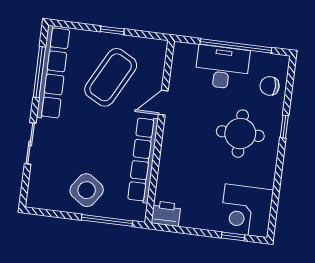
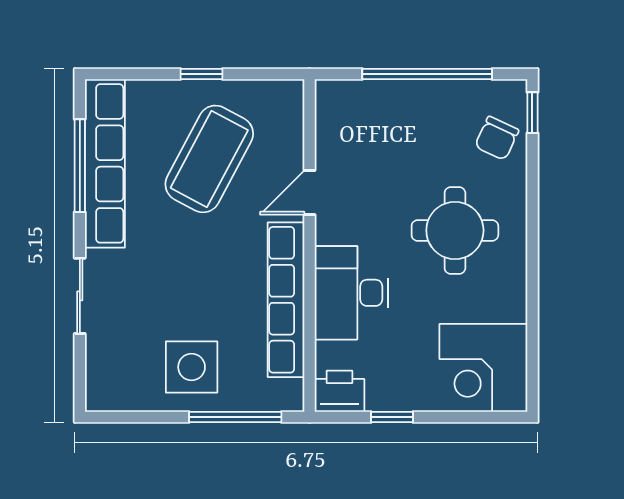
desk: (222, 67) -> (351, 293), moved, turned -90
chair: (270, 86) -> (497, 138), turned -65
window: (284, 127) -> (532, 113), moved
side table: (87, 190) -> (192, 367), turned -35
window: (233, 236) -> (392, 417), moved

